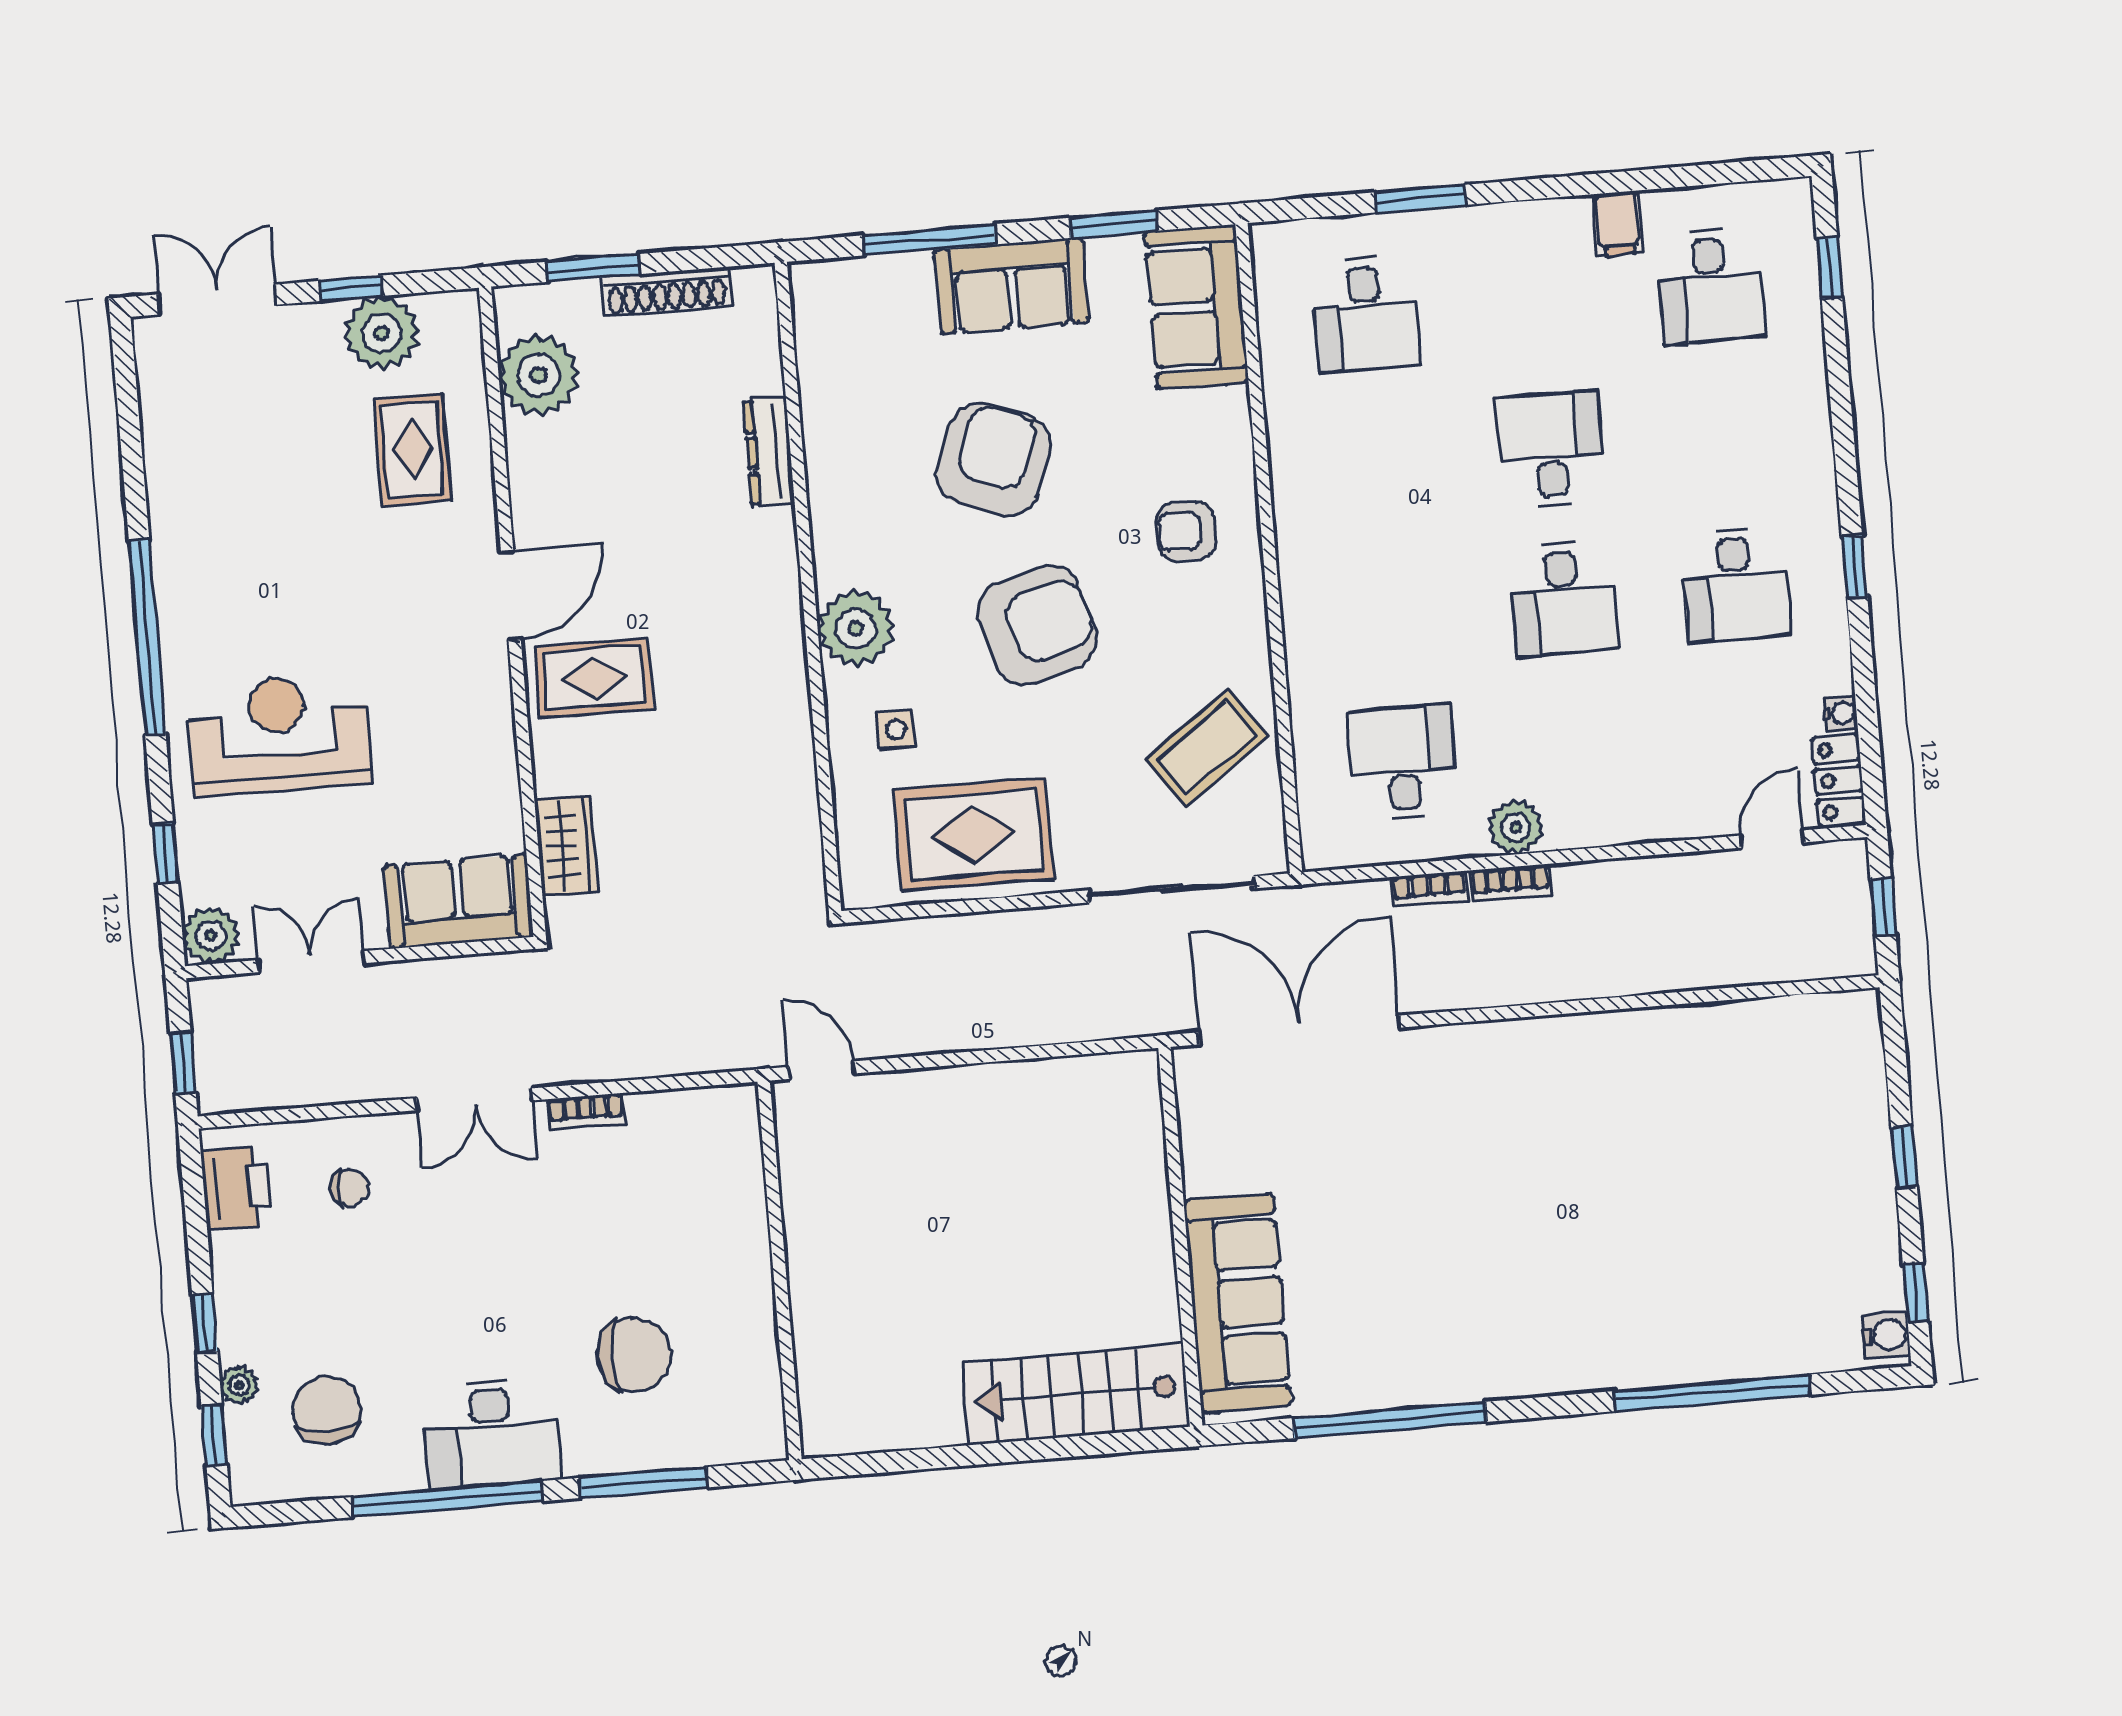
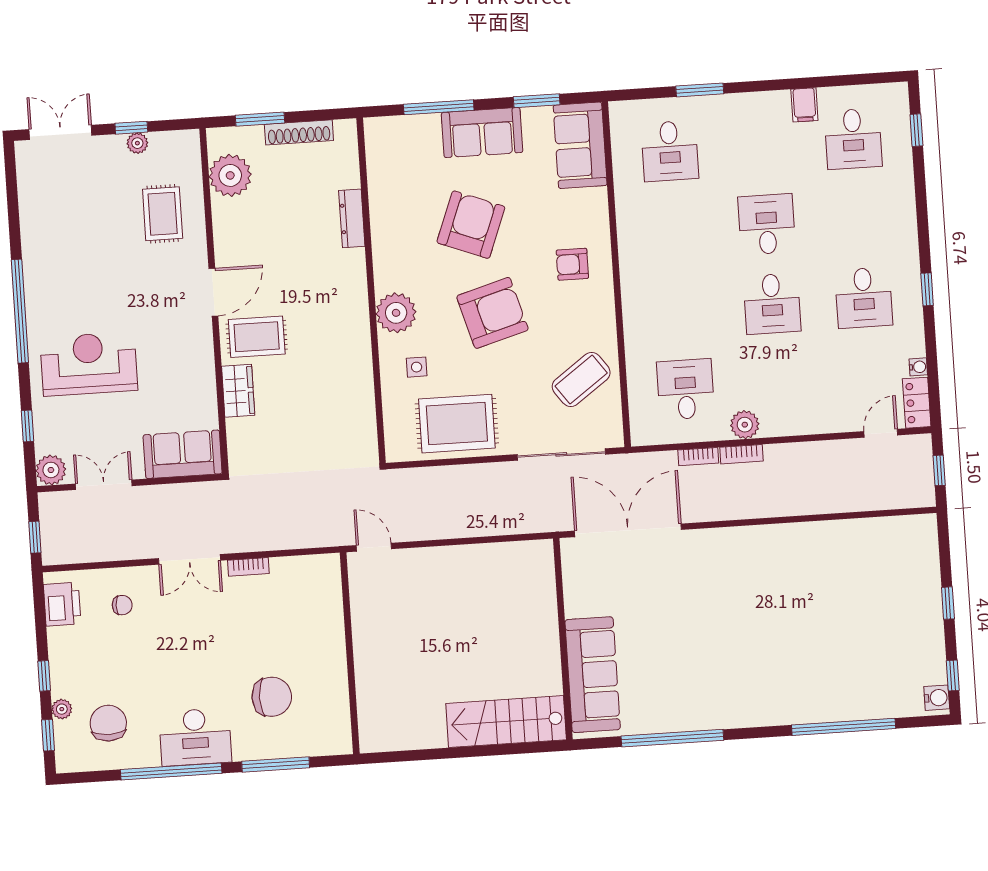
plant: (382, 333) -> (137, 143), width x0.53, depth x0.53
wardrobe: (566, 846) -> (238, 391), moved

